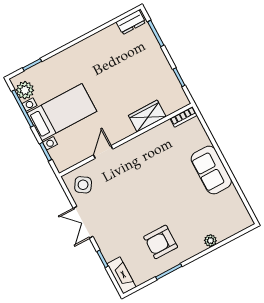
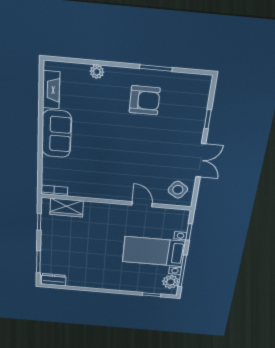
wardrobe: (147, 116) -> (67, 208), moved
door: (103, 152) -> (142, 204), swing flipped
fireplace: (122, 275) -> (51, 90), moved, turned 180

